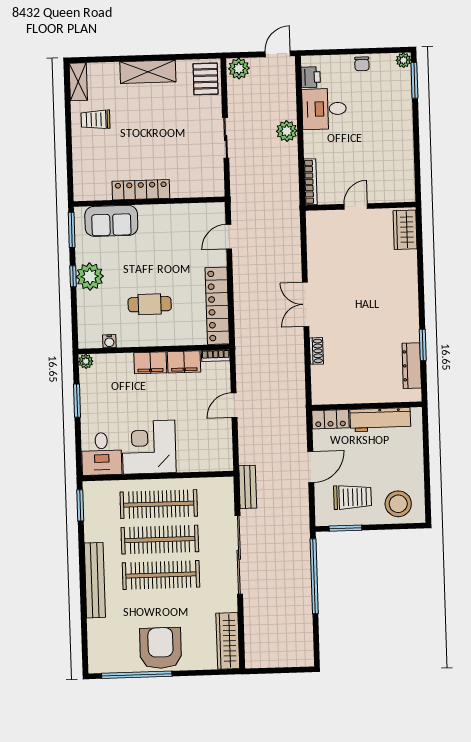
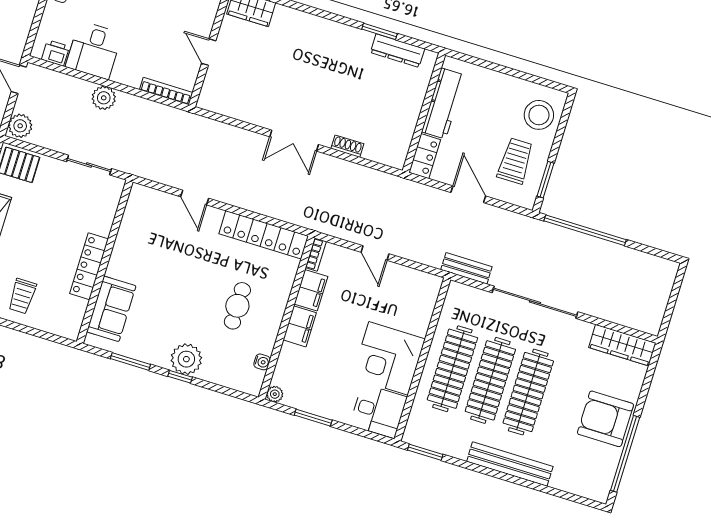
locker: (141, 190) -> (89, 266), moved
wall: (149, 202) -> (105, 262), moved
sofa: (111, 221) -> (111, 309), moved

